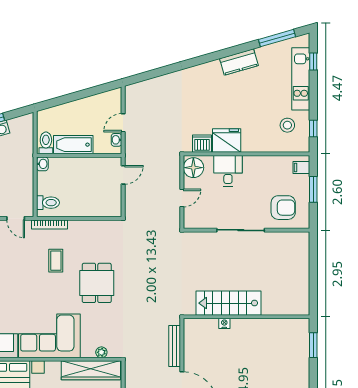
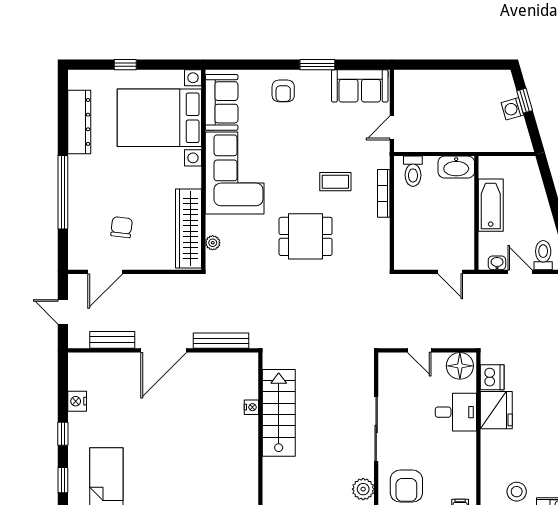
toilet: (46, 143) -> (543, 255), moved, turned -90
washbasin: (42, 164) -> (456, 167), width x1.91, depth x1.45
bookcase: (49, 224) -> (384, 193), moved
plant: (286, 240) -> (363, 489), added

